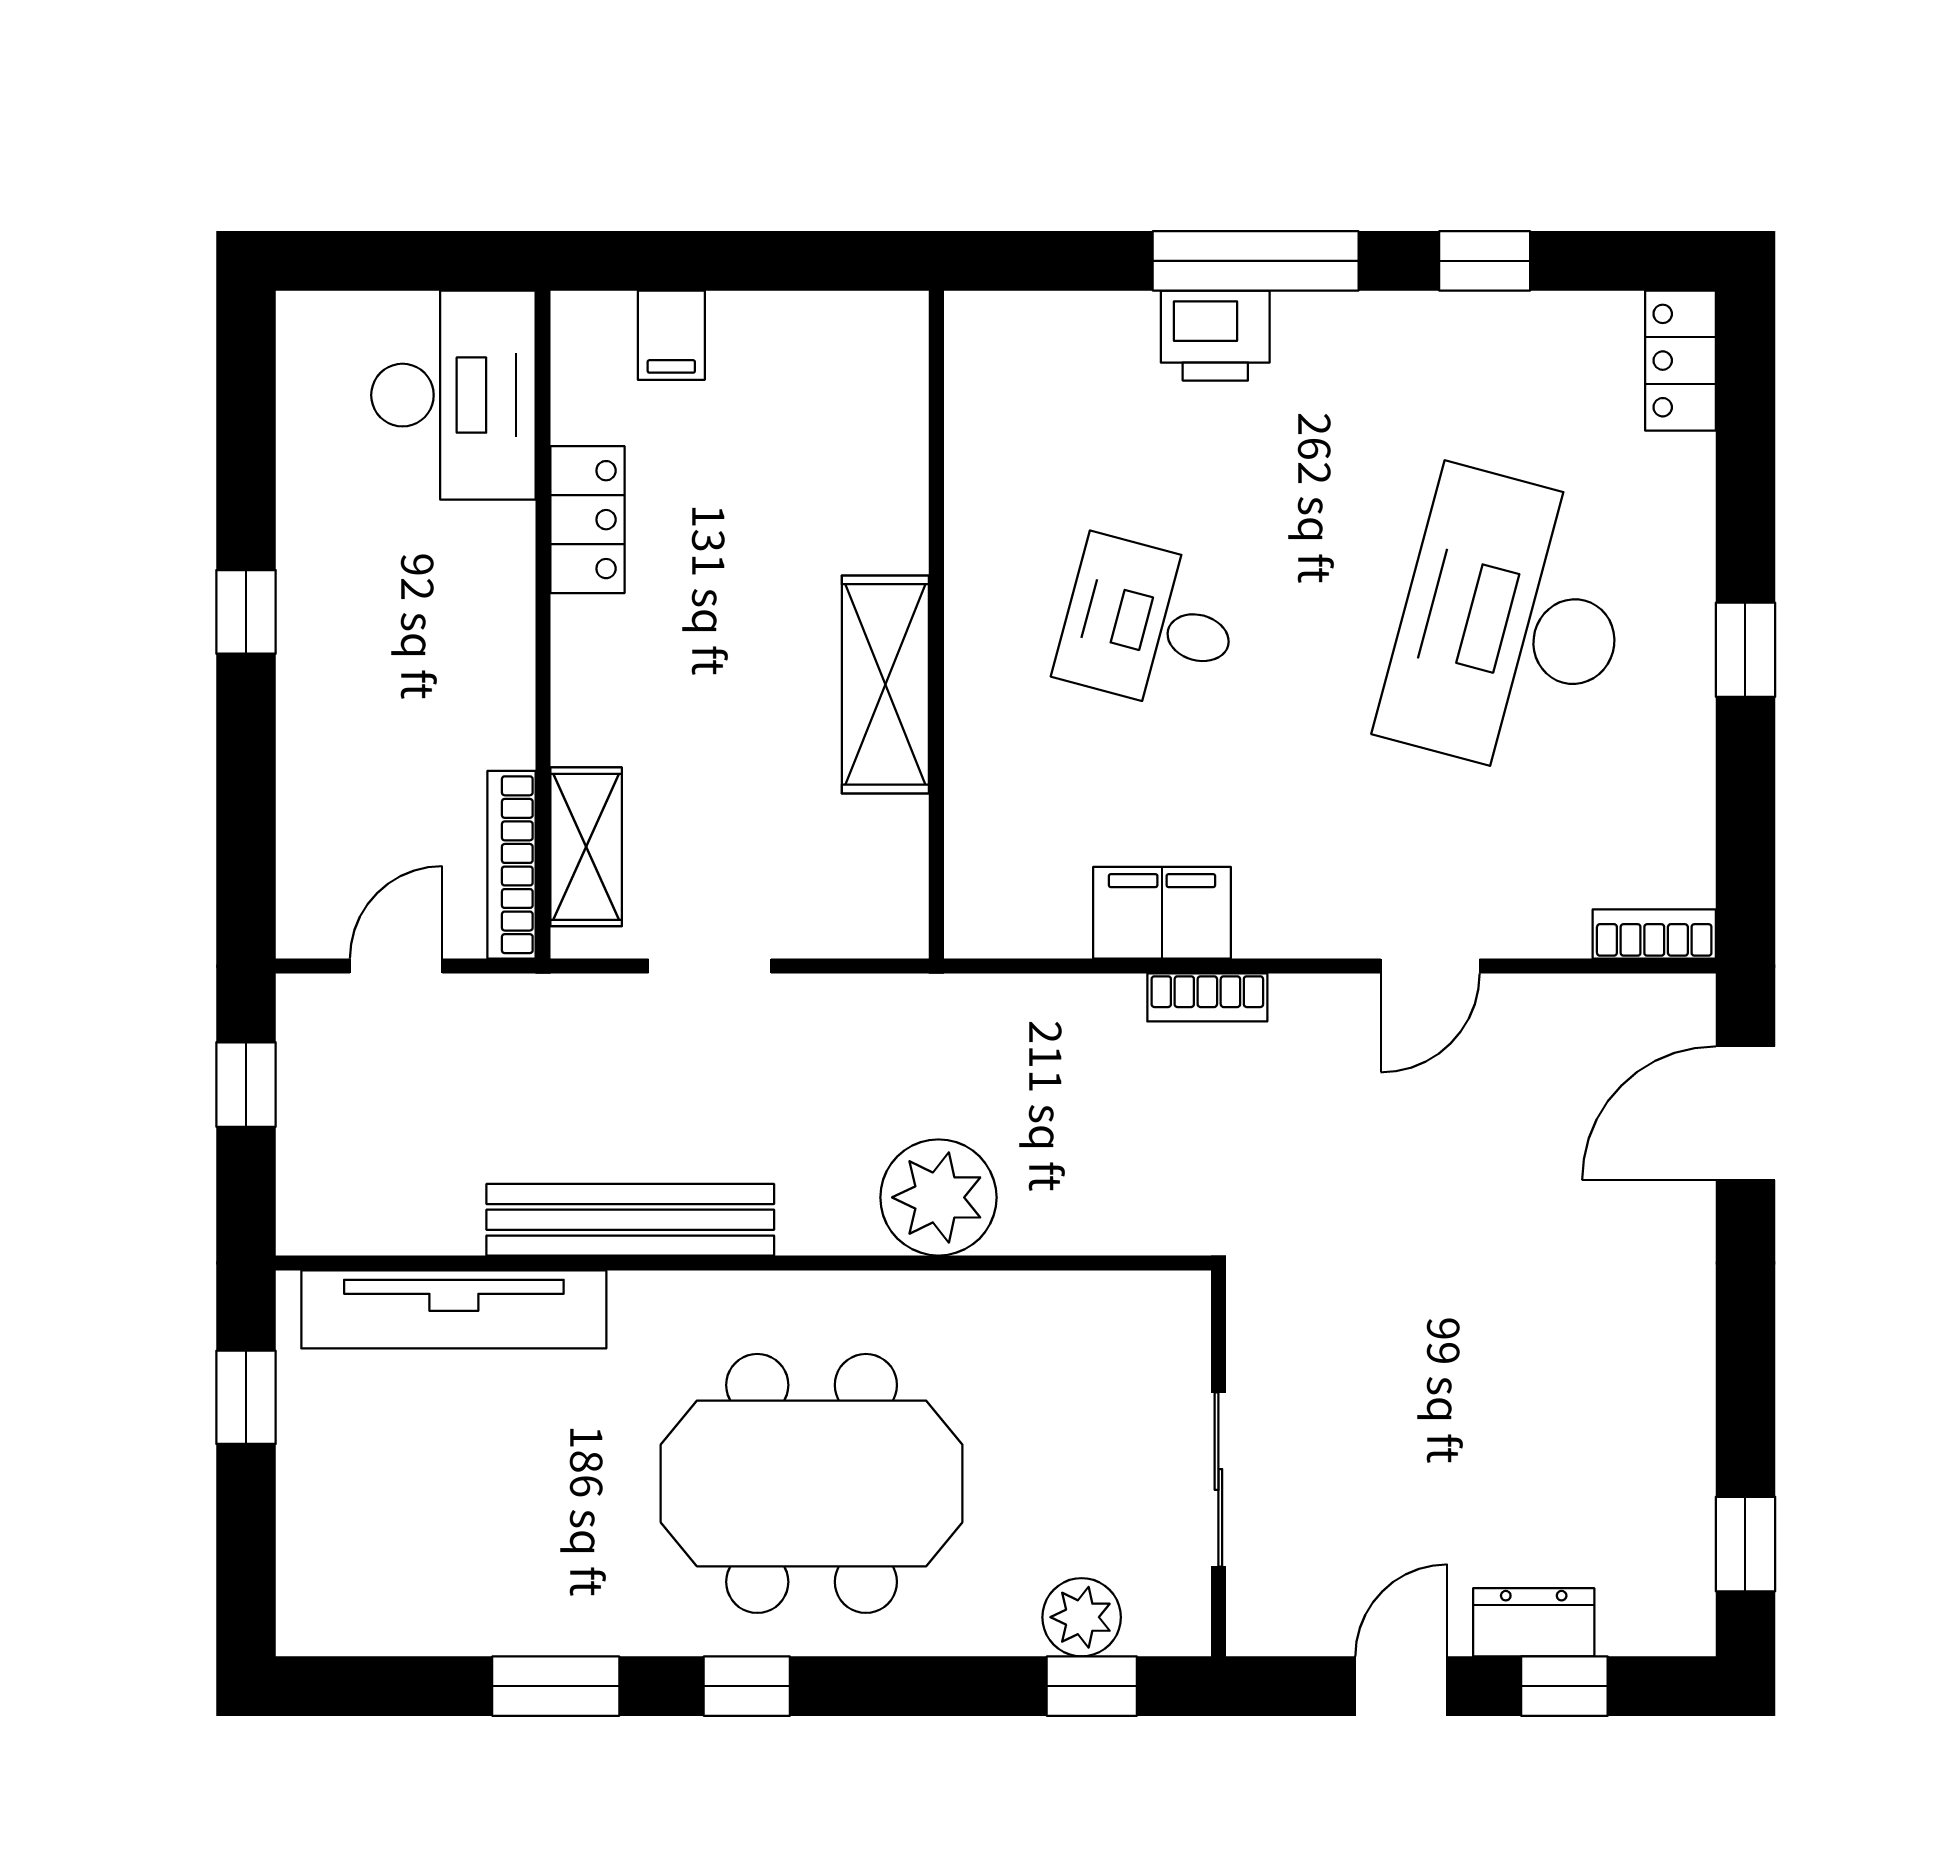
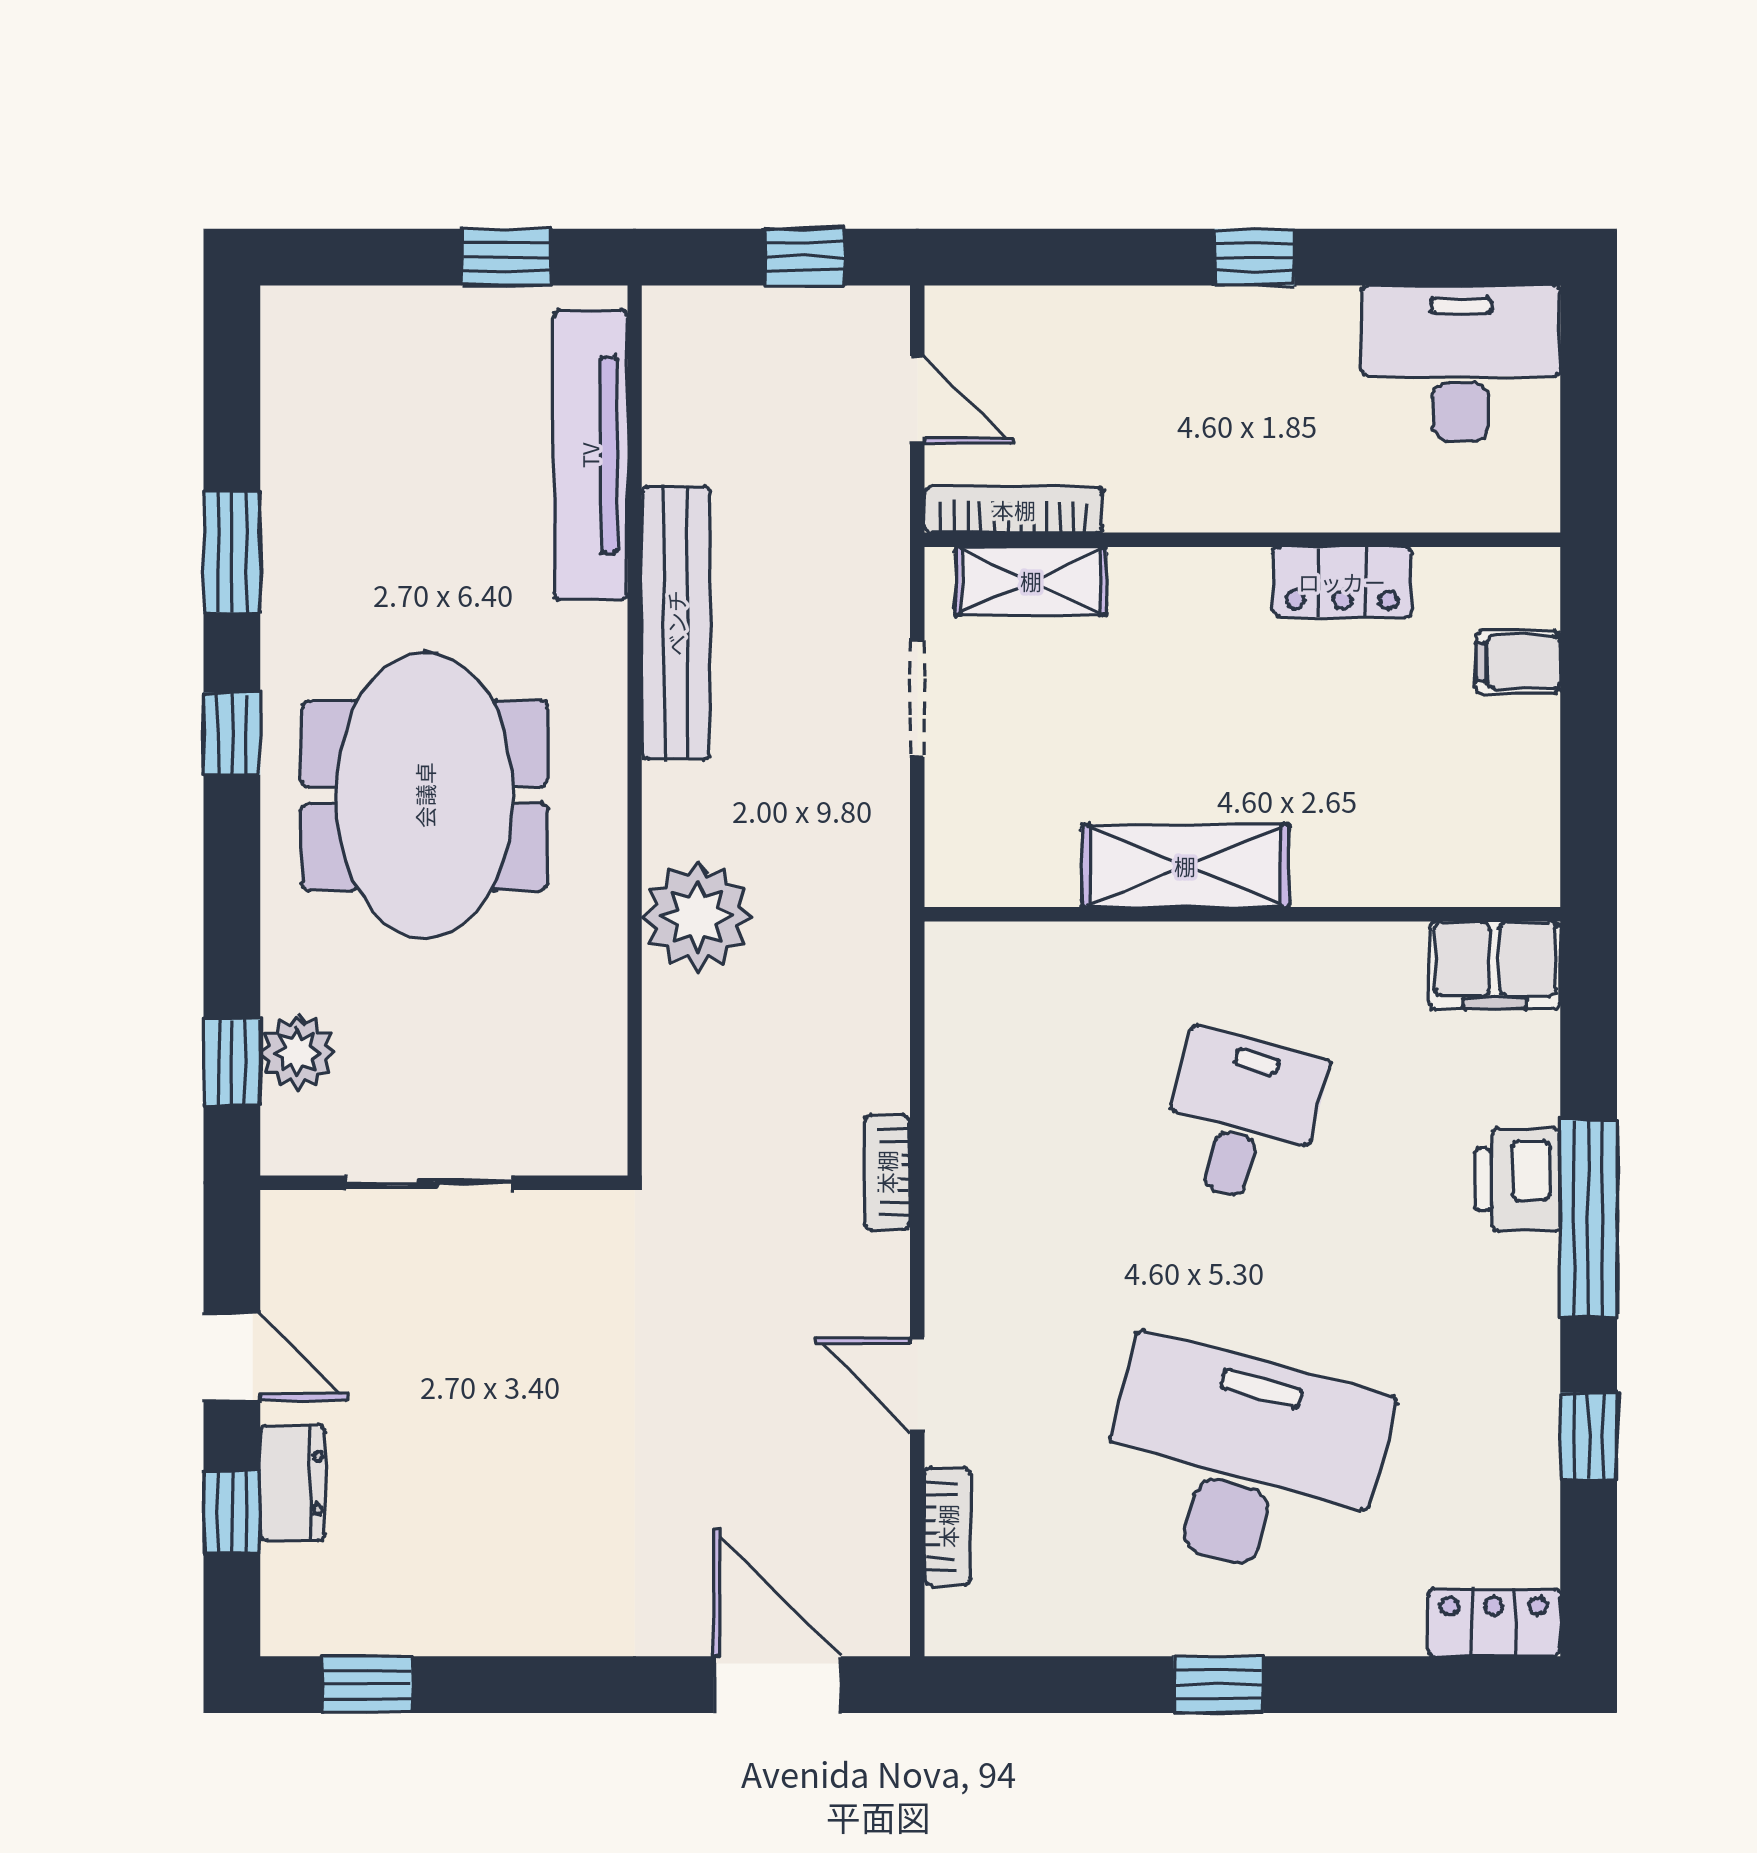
desk: (453, 395) -> (1461, 364), moved, turned 180
filing cabinet: (1162, 913) -> (1495, 965), moved, turned 90
bookcase: (1654, 934) -> (948, 1526), moved

